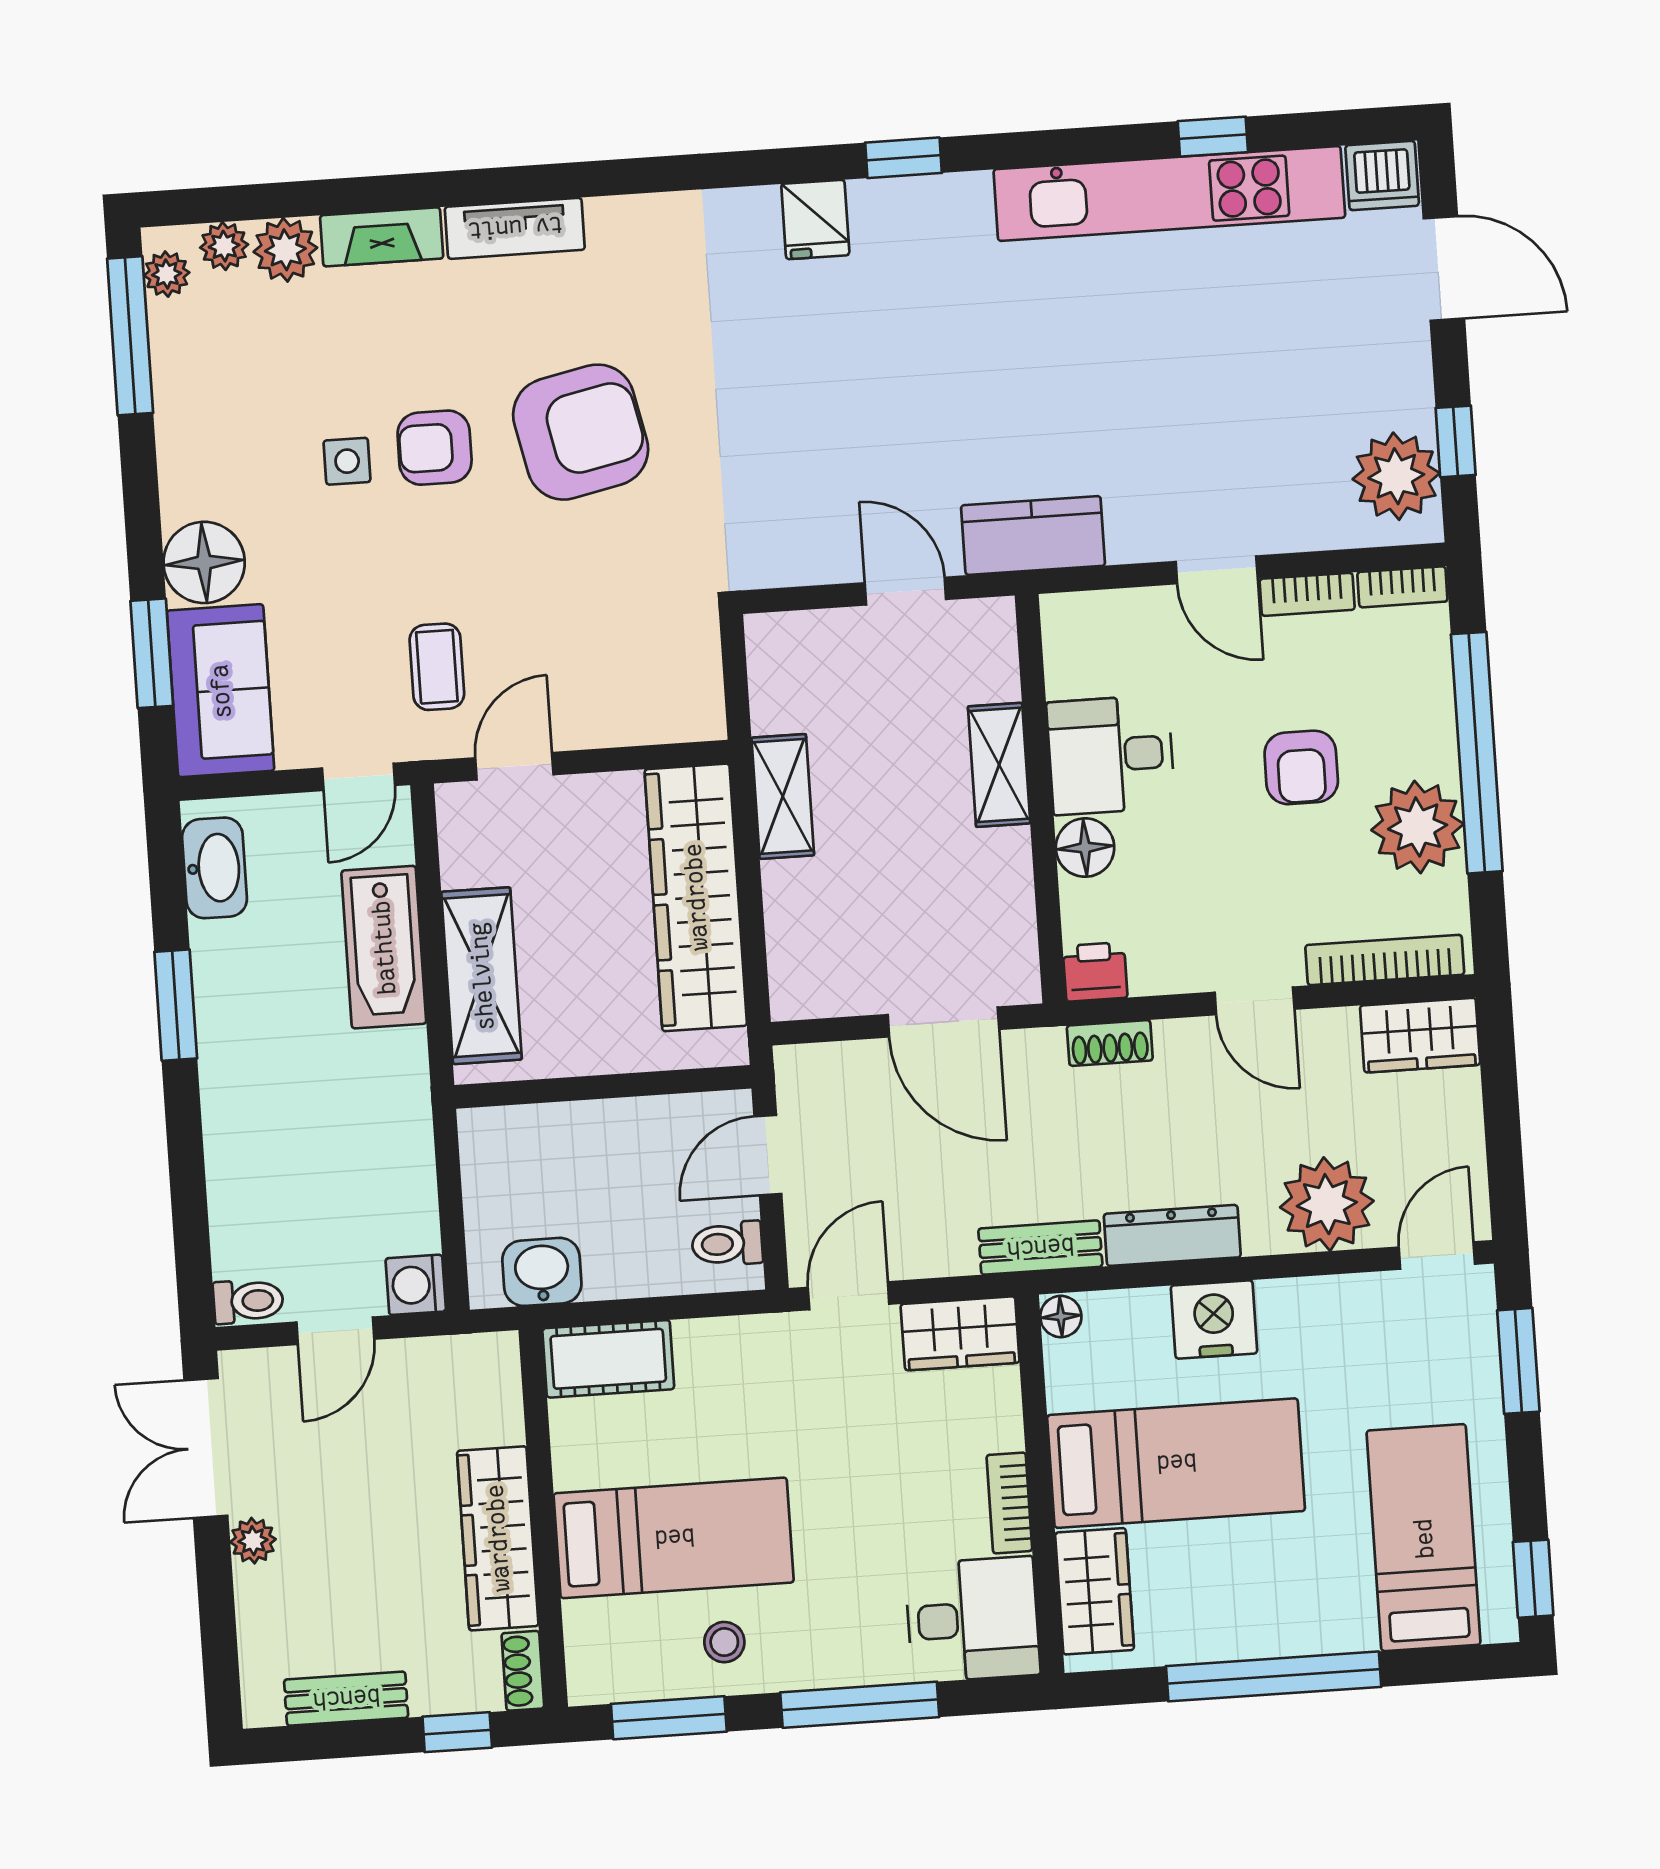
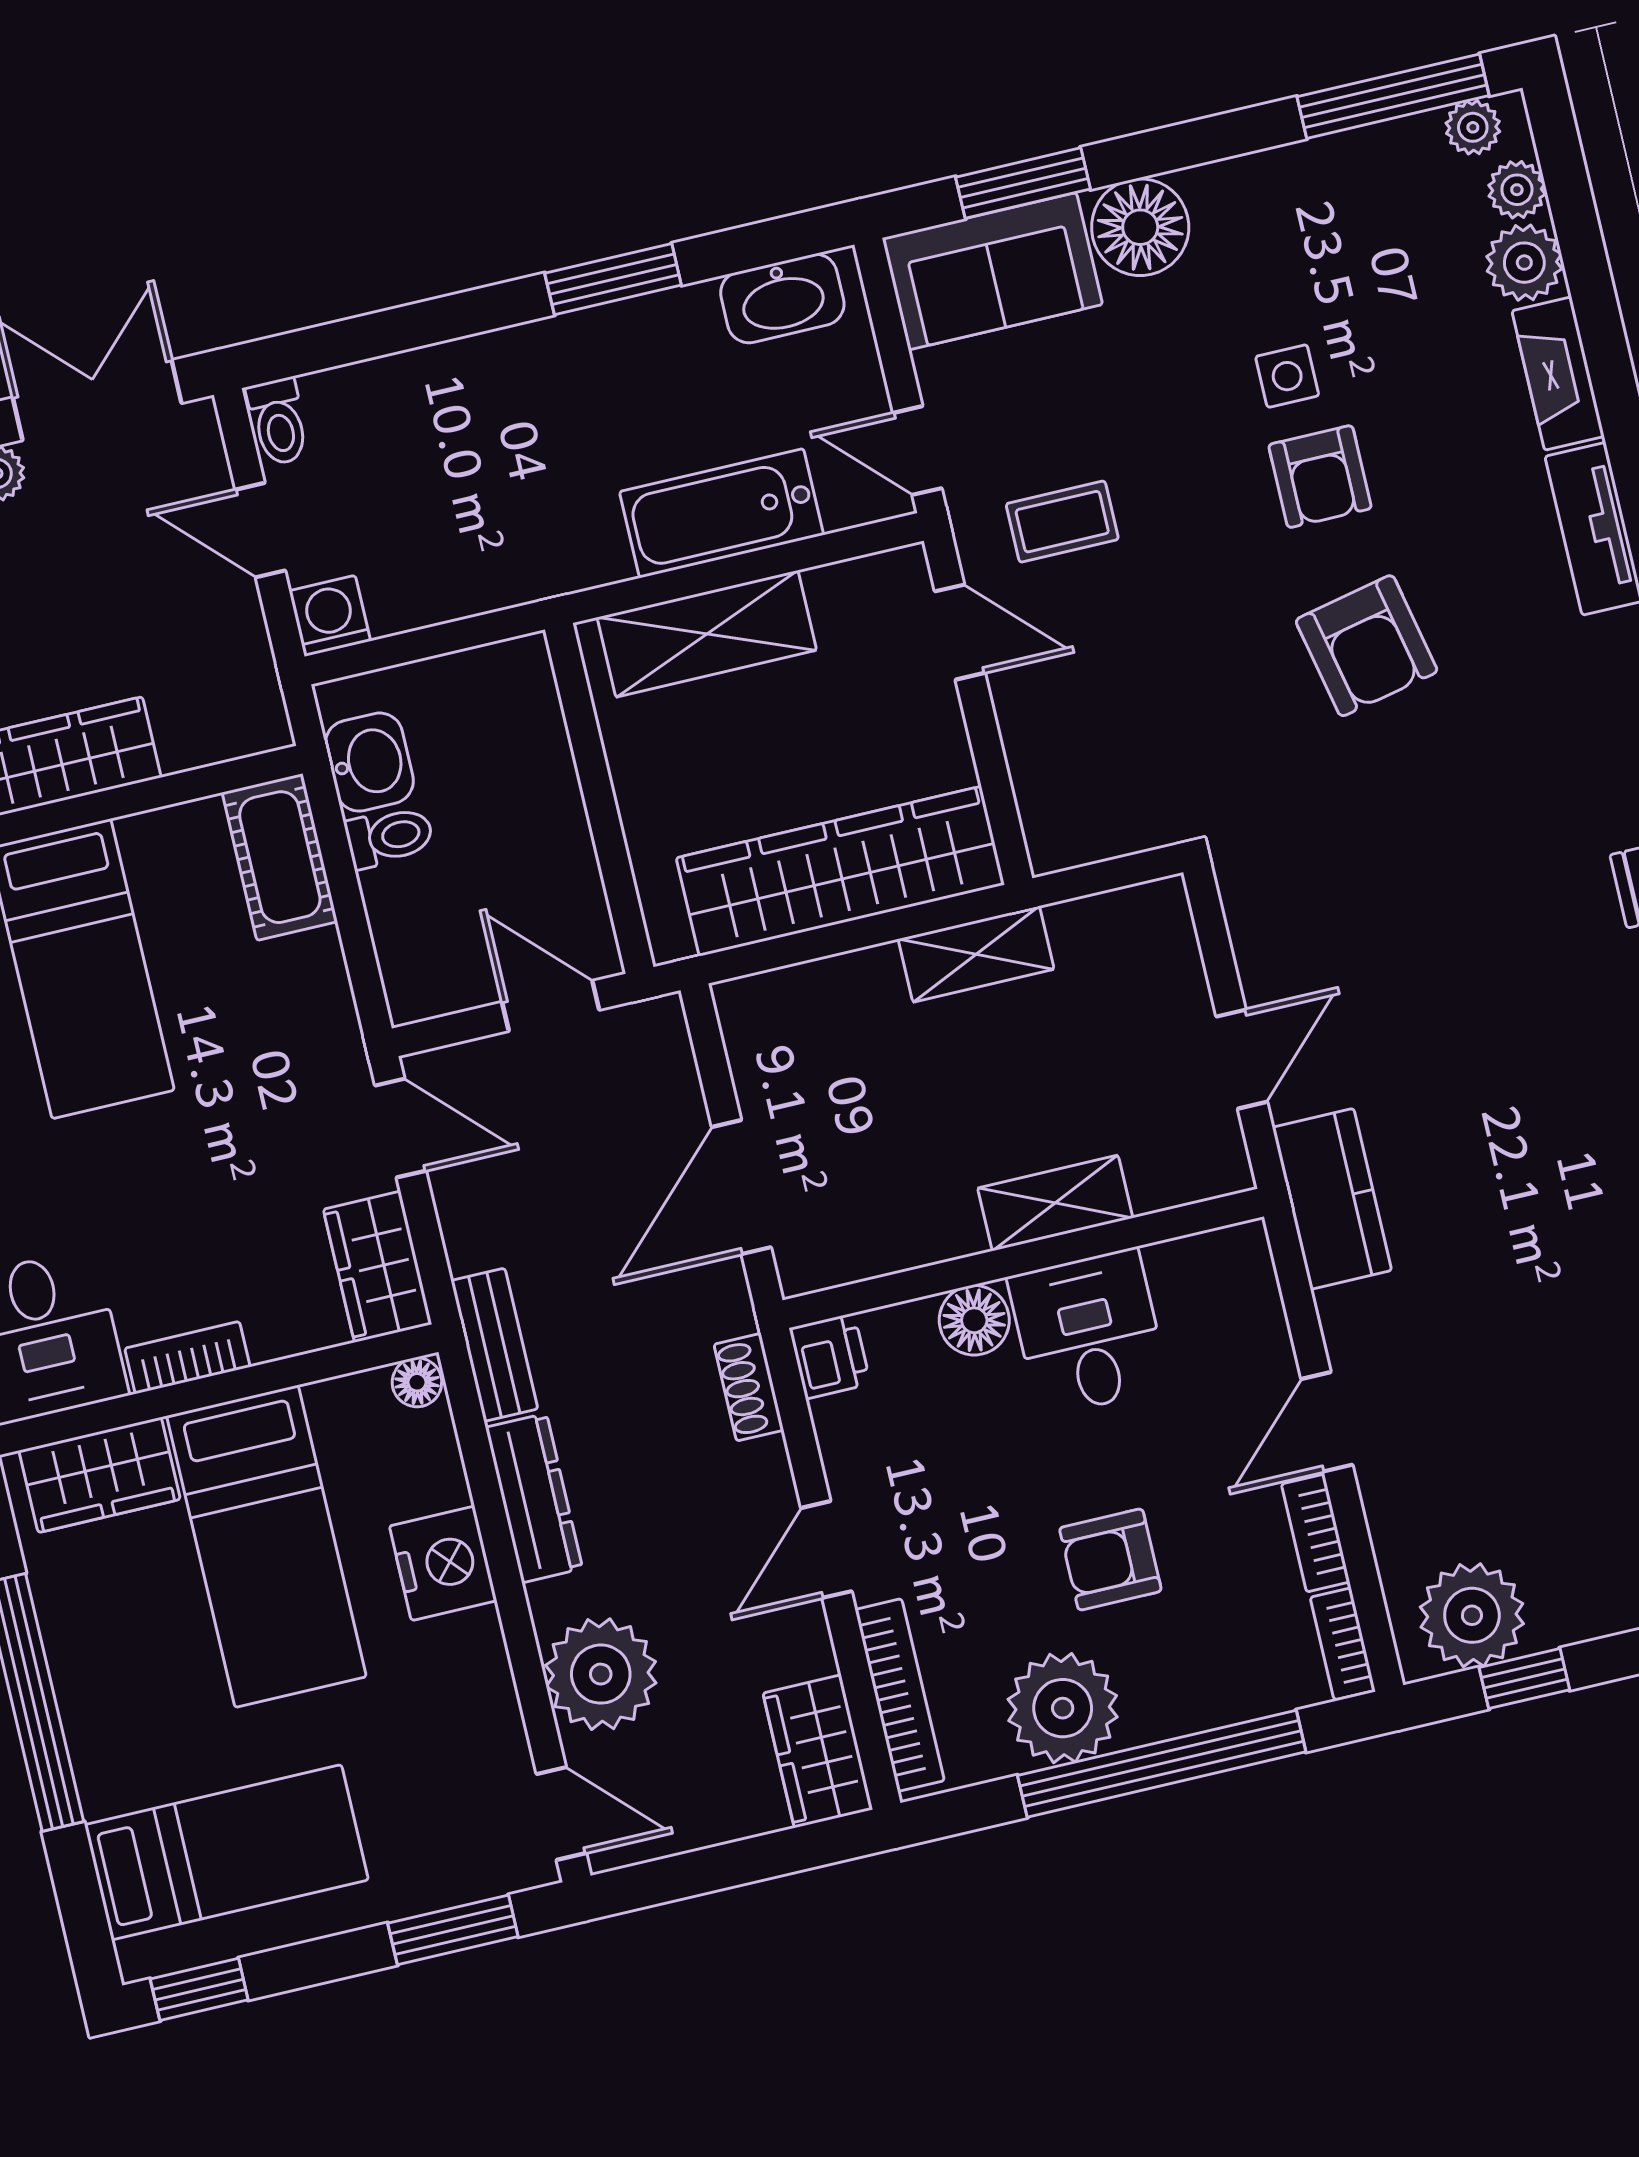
armchair: (581, 432) -> (1367, 646), width x0.73, depth x0.73
armchair: (435, 448) -> (1320, 477), turned 180
toilet: (727, 1244) -> (389, 837), moved, turned 90

